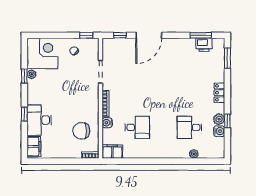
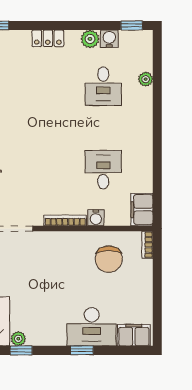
window: (227, 121) -> (132, 25), moved

